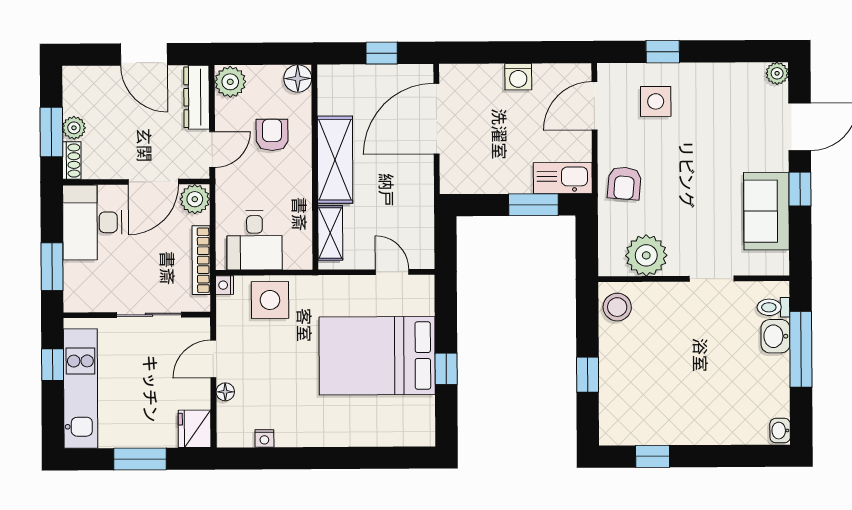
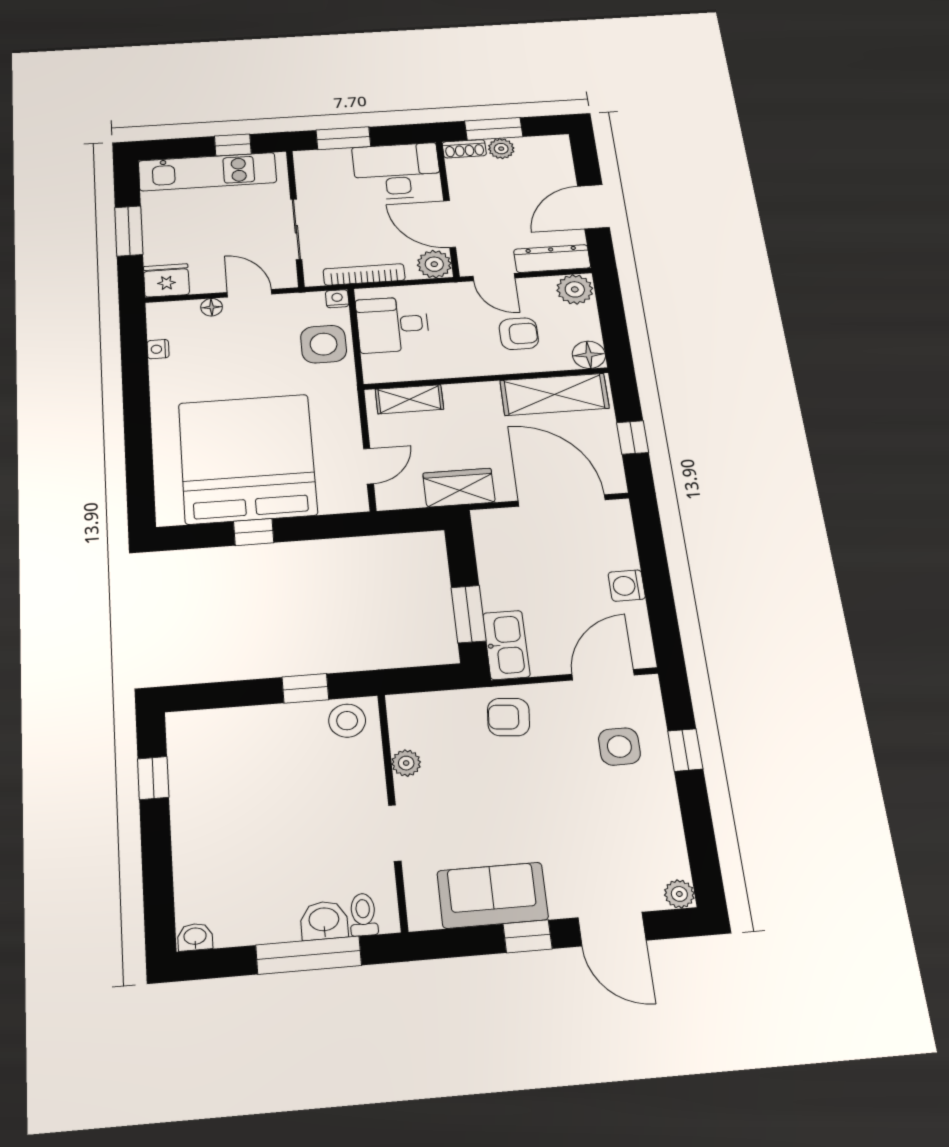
door: (594, 106) -> (603, 675), hinge flipped
shelving: (335, 160) -> (554, 394), moved
wardrobe: (418, 201) -> (459, 488), added
plant: (646, 255) -> (406, 763), width x0.53, depth x0.53
bed: (377, 356) -> (247, 459), width x1.36
window: (588, 375) -> (305, 688), moved

